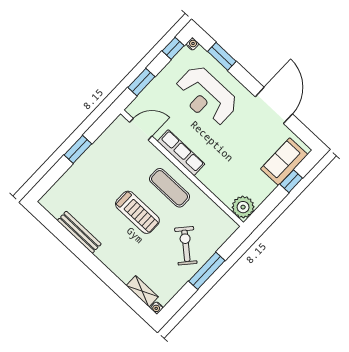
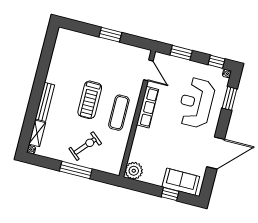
bench: (79, 232) -> (45, 102), moved

